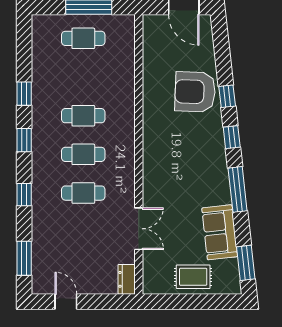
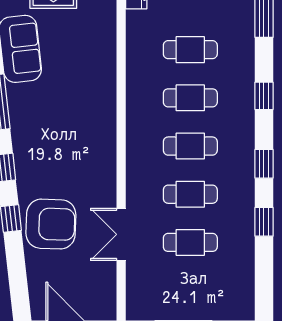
cafe table: (83, 38) -> (190, 242), moved
double door: (139, 229) -> (121, 234), moved
cafe table: (83, 232) -> (190, 50), added

